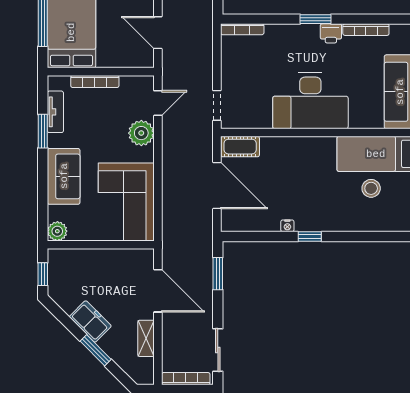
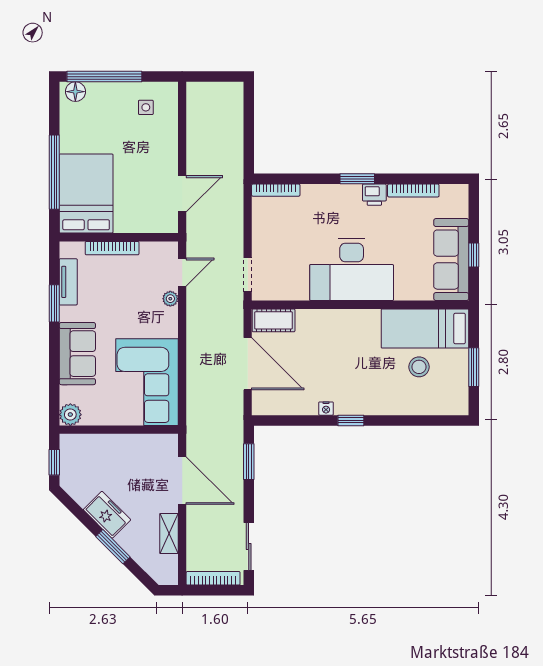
door: (158, 33) -> (182, 194), swing flipped
plant: (141, 133) -> (170, 299), width x0.53, depth x0.53

